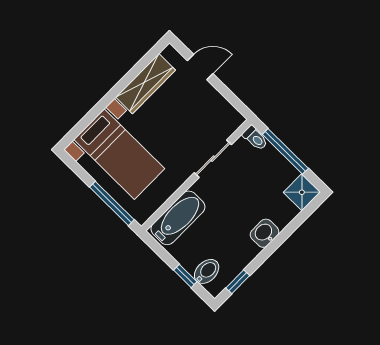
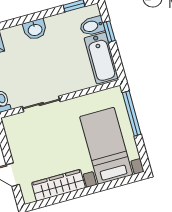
bathtub: (178, 218) -> (101, 58), moved, turned -90

